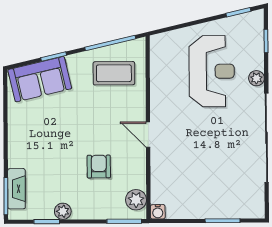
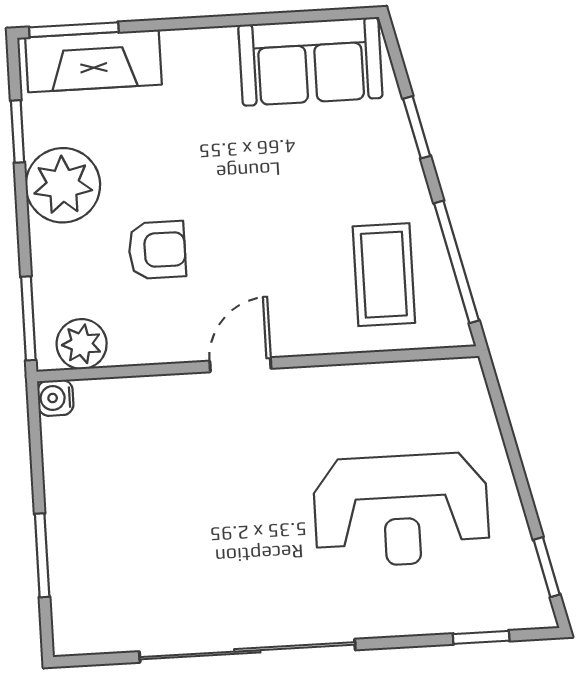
plant: (256, 78) -> (390, 619), removed
sofa: (40, 79) -> (310, 61), moved, turned -77
fireplace: (16, 189) -> (93, 61), width x1.37, depth x1.32
plant: (63, 211) -> (63, 185), width x1.87, depth x1.87

